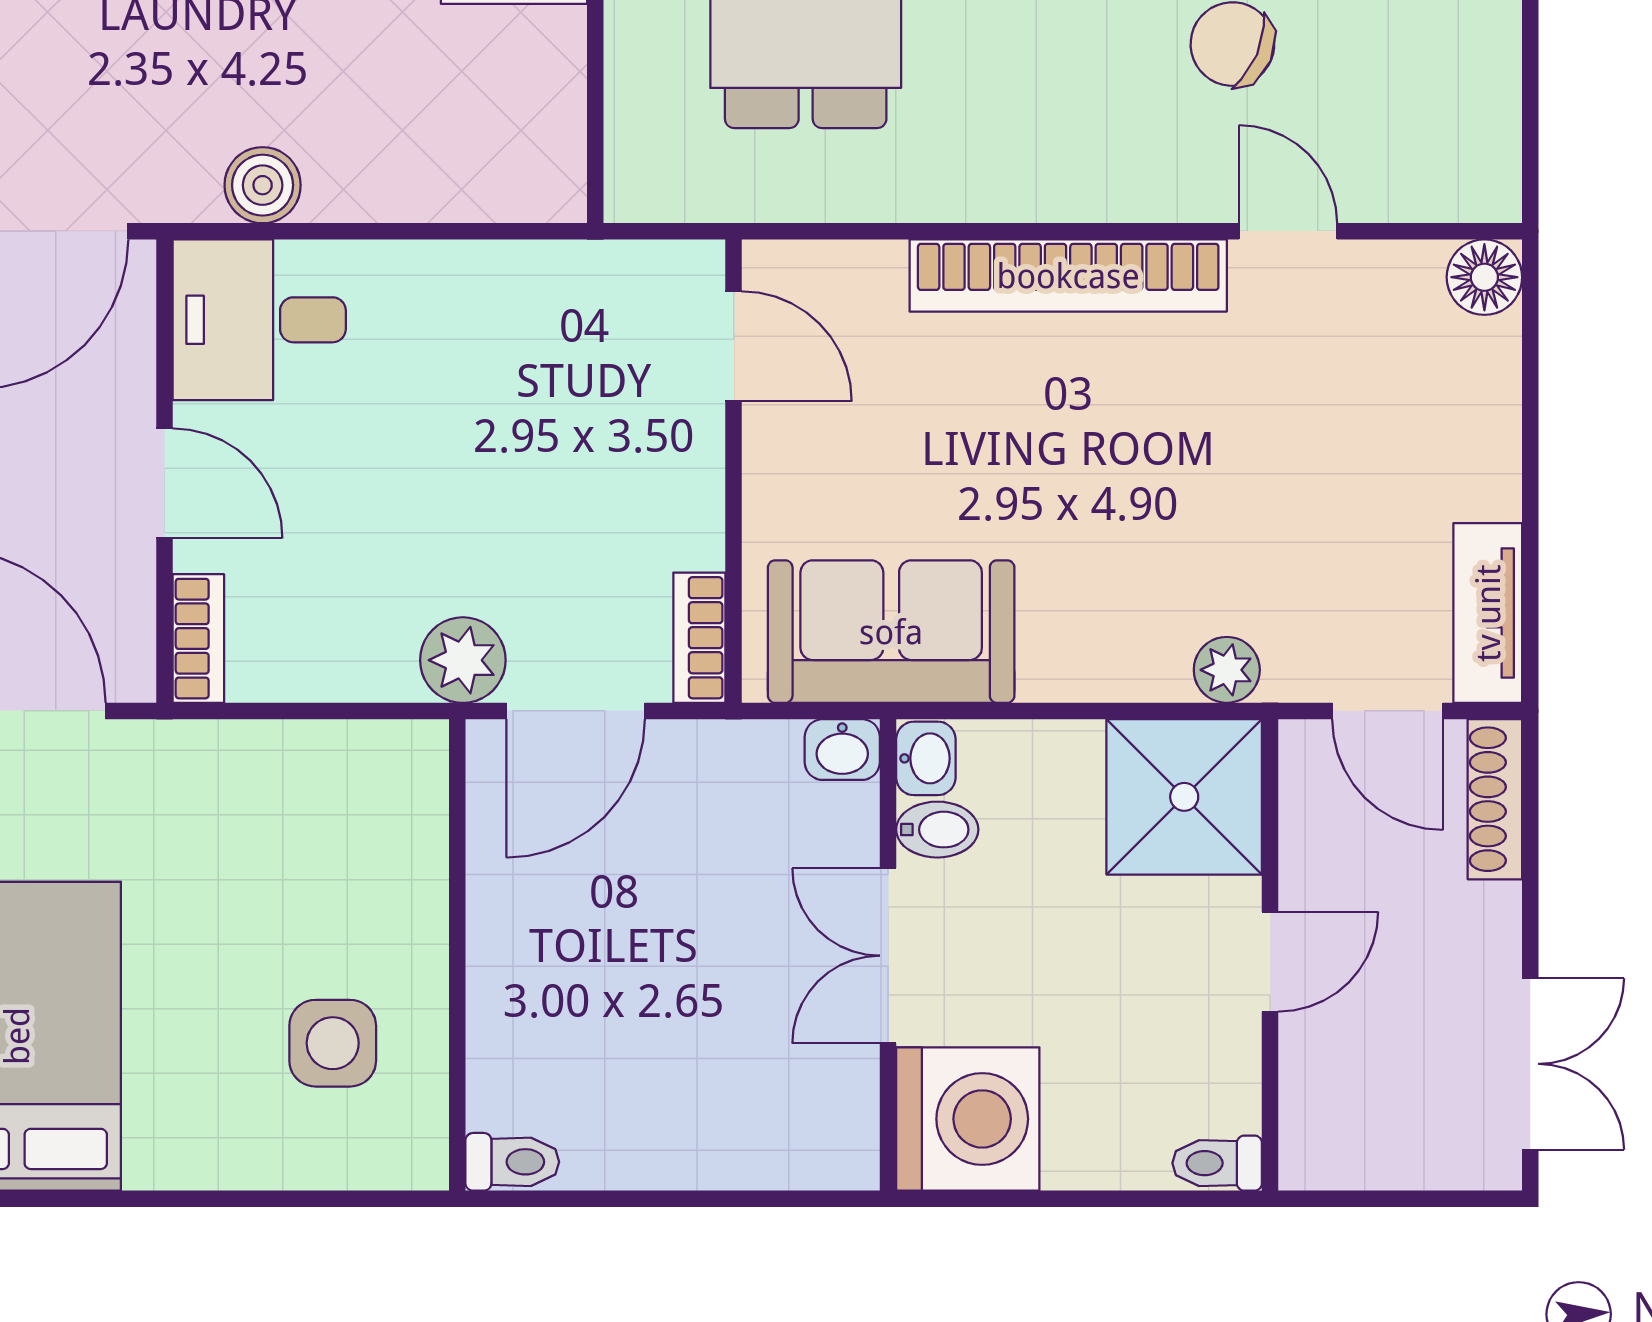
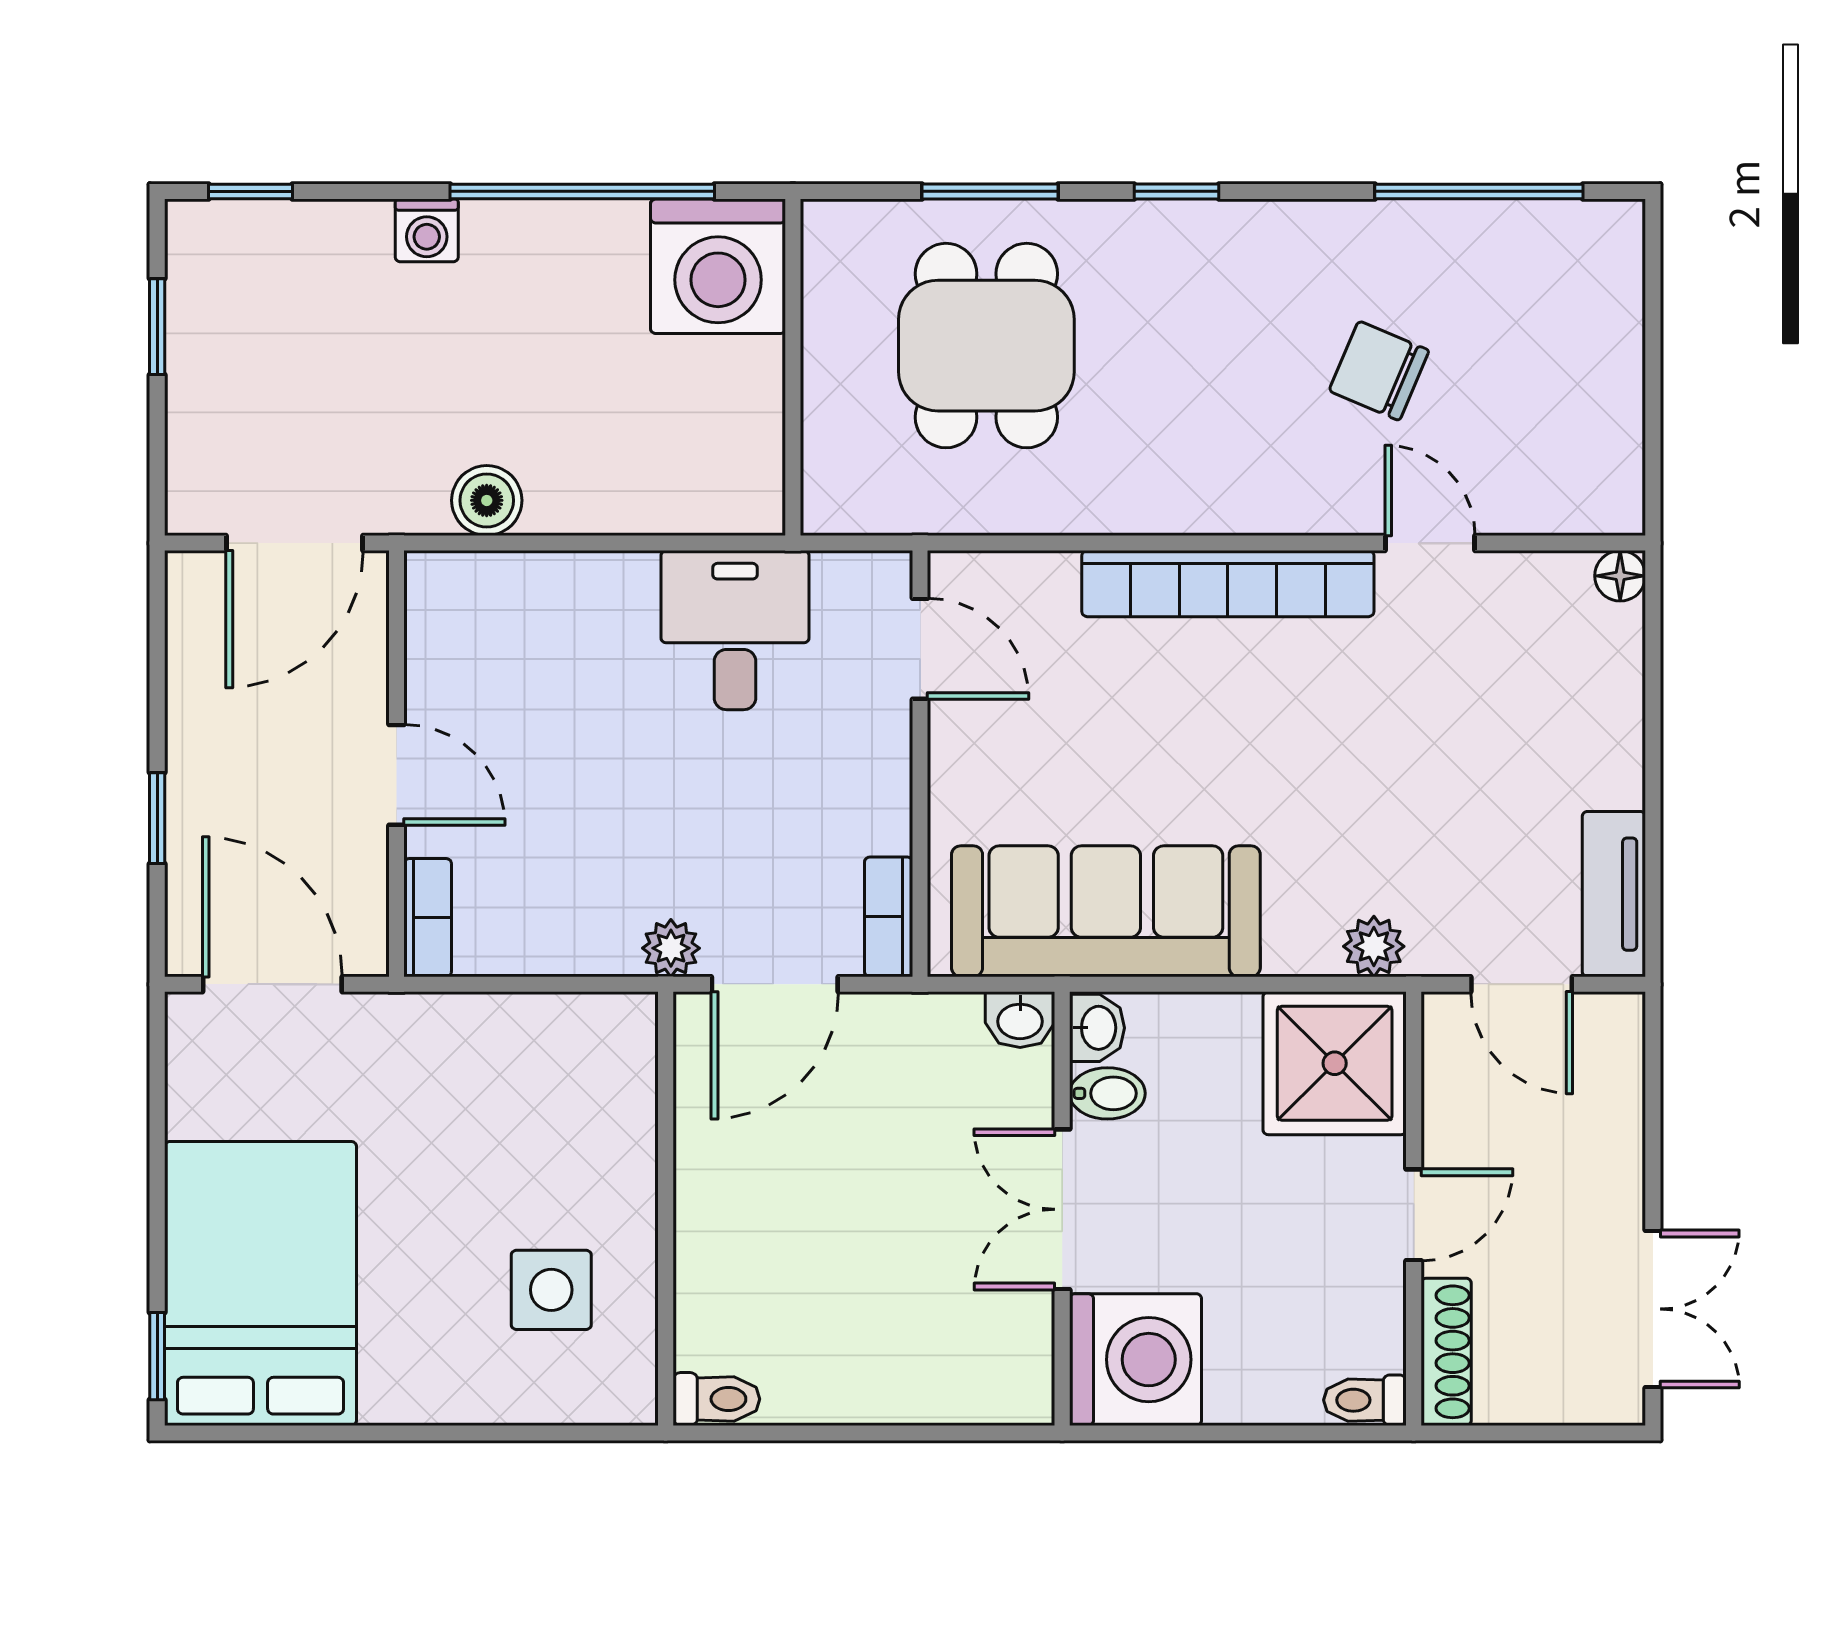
floor lamp: (1484, 277) -> (1620, 576), width x0.73, depth x0.73
desk: (259, 320) -> (735, 630), moved, turned 90
sofa: (891, 632) -> (1106, 911), width x1.36
plant: (463, 660) -> (671, 948), width x0.73, depth x0.73
shoe rack: (1495, 799) -> (1446, 1352), moved, turned 180

